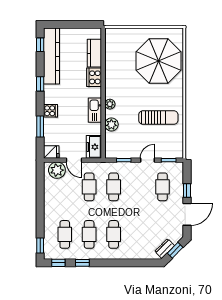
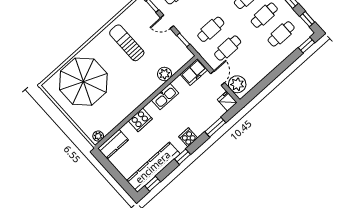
kitchen counter: (94, 53) -> (113, 144), moved
plant: (110, 104) -> (98, 136), moved
cooker: (50, 111) -> (188, 137), moved

